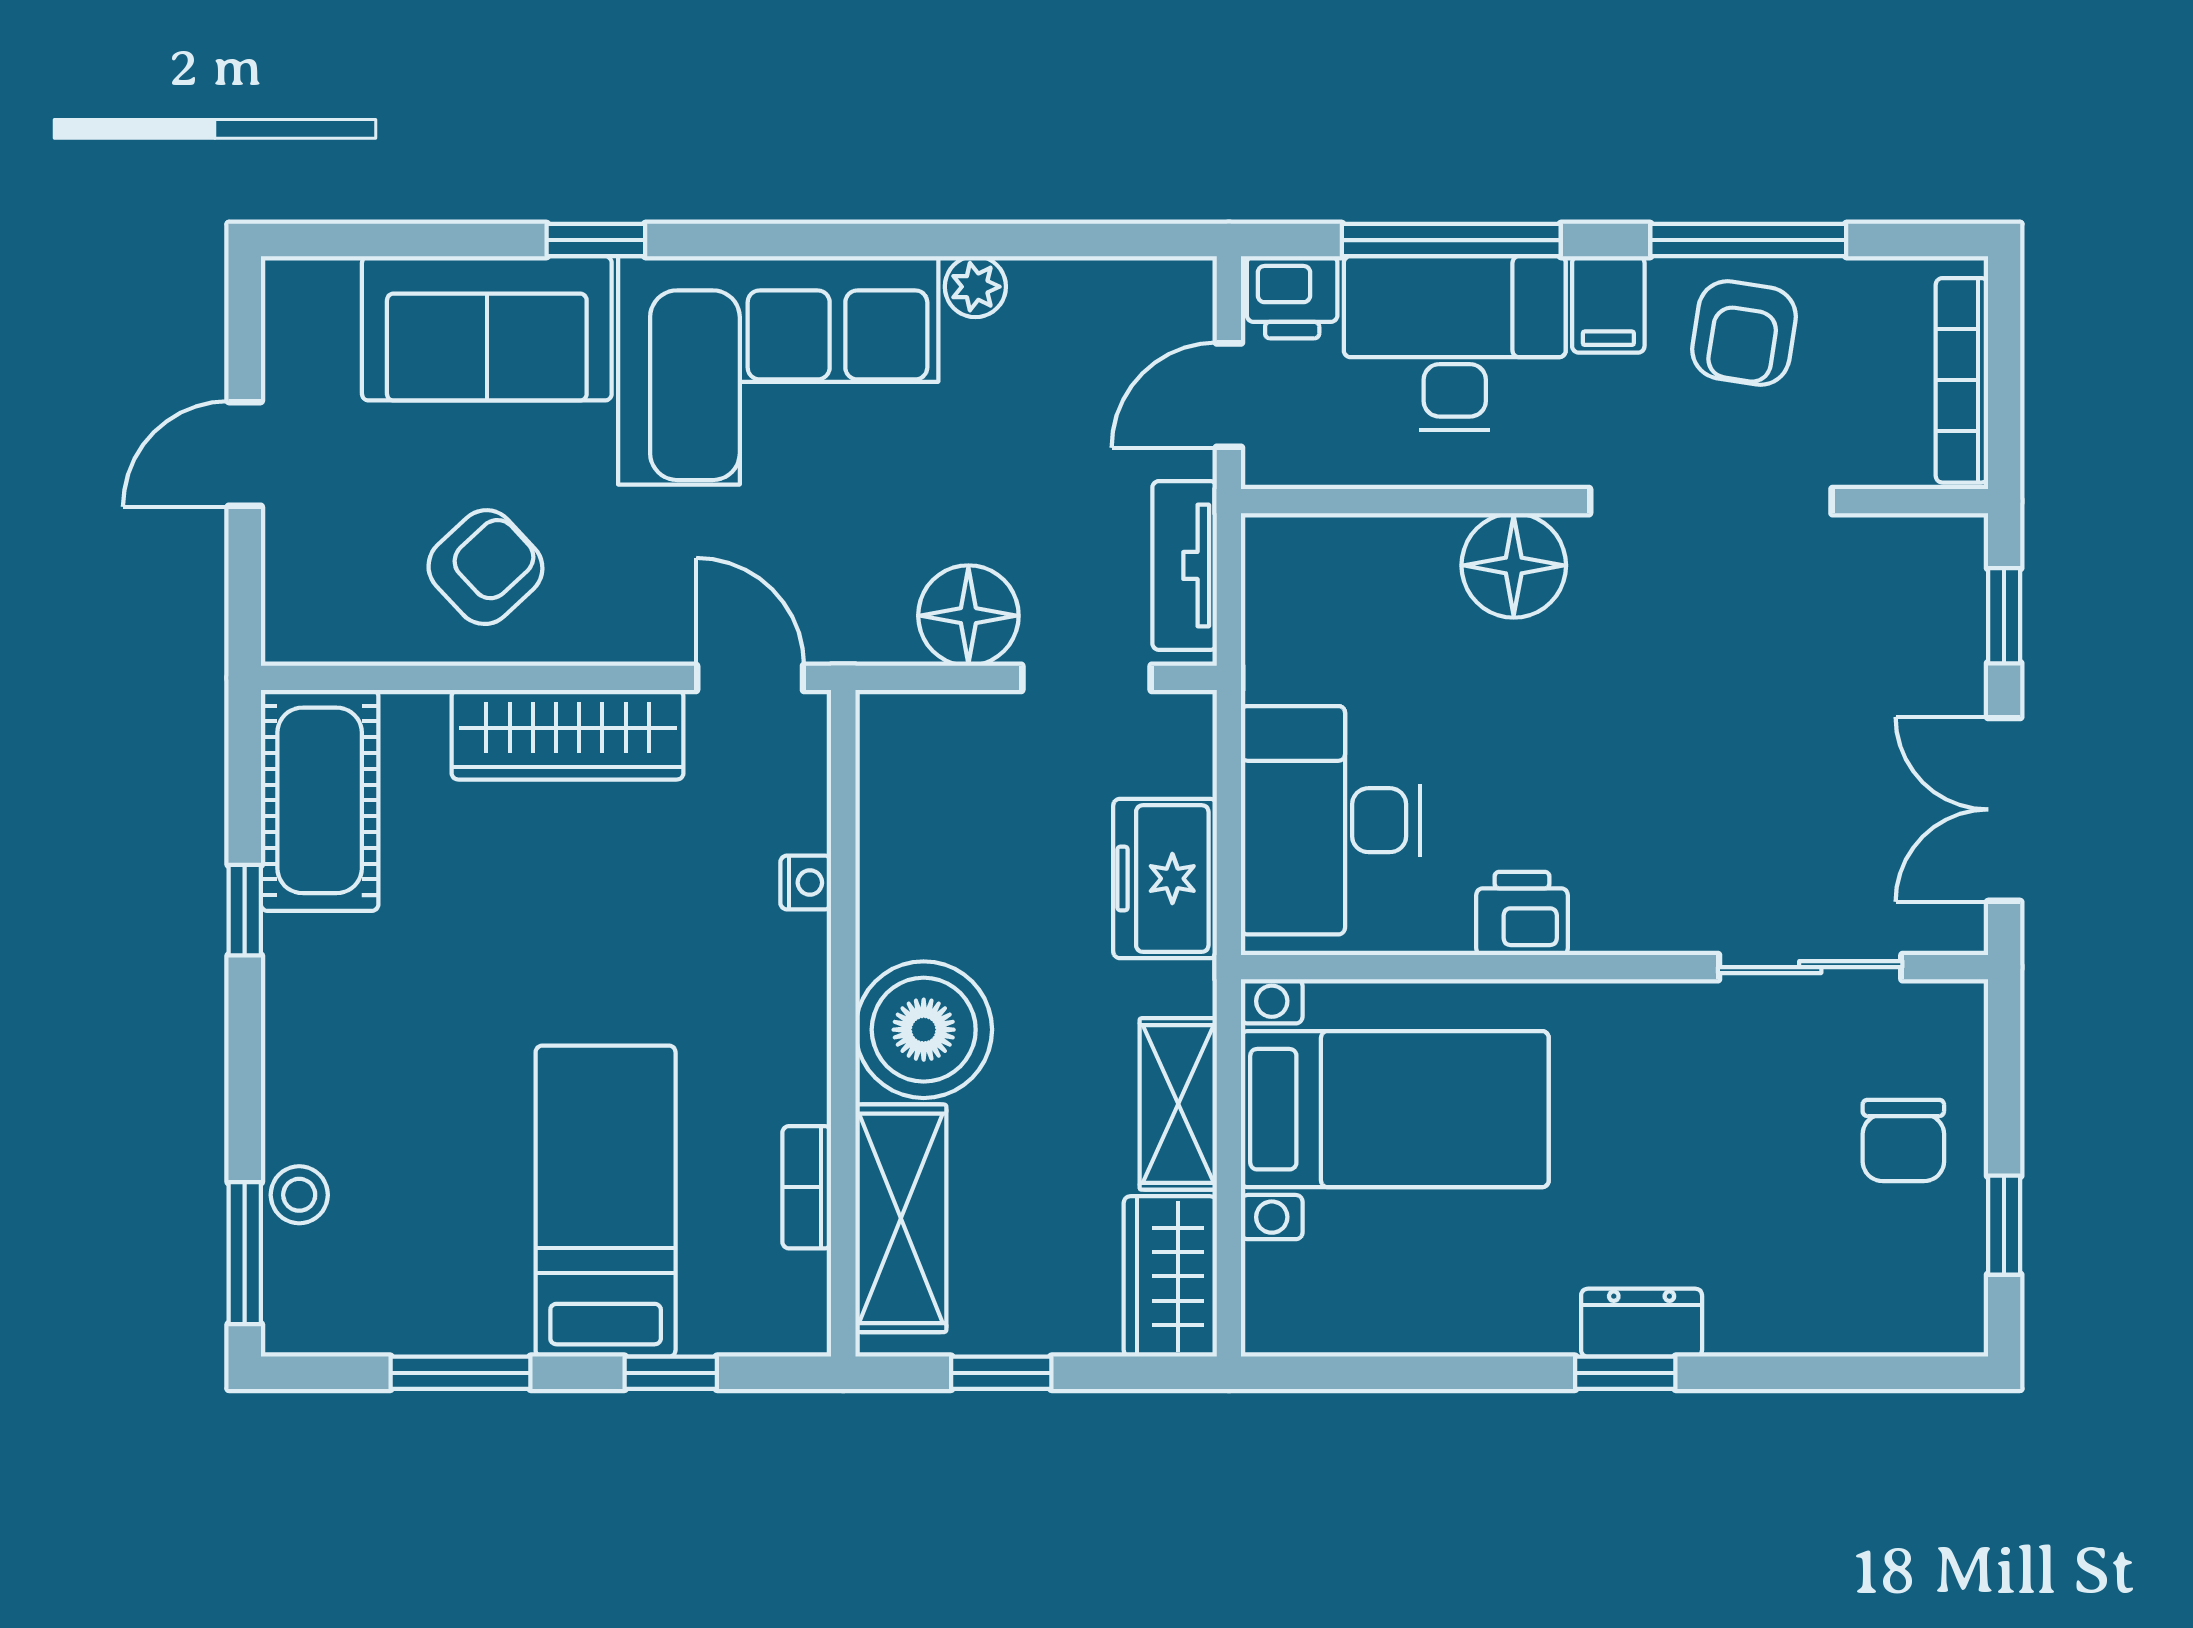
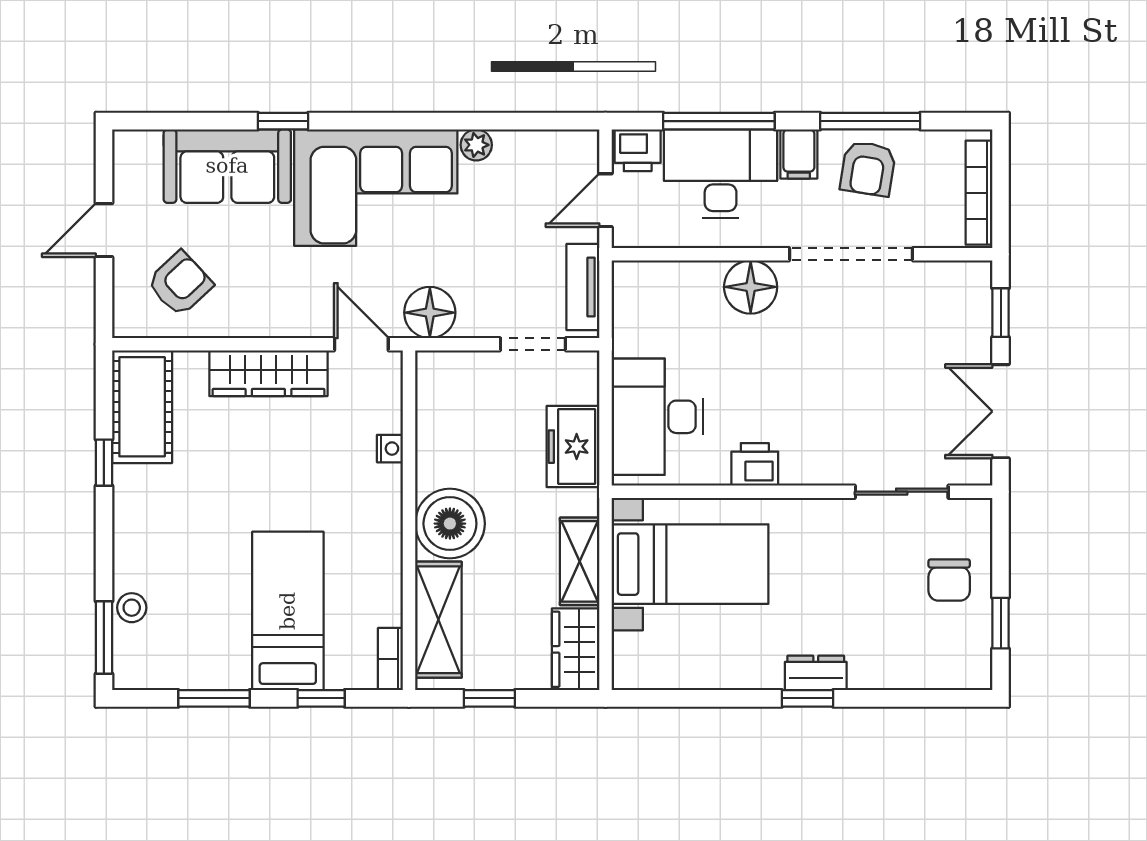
armchair: (485, 567) -> (180, 284), moved
floor lamp: (968, 616) -> (430, 313), moved
bookcase: (807, 1187) -> (390, 659), moved

